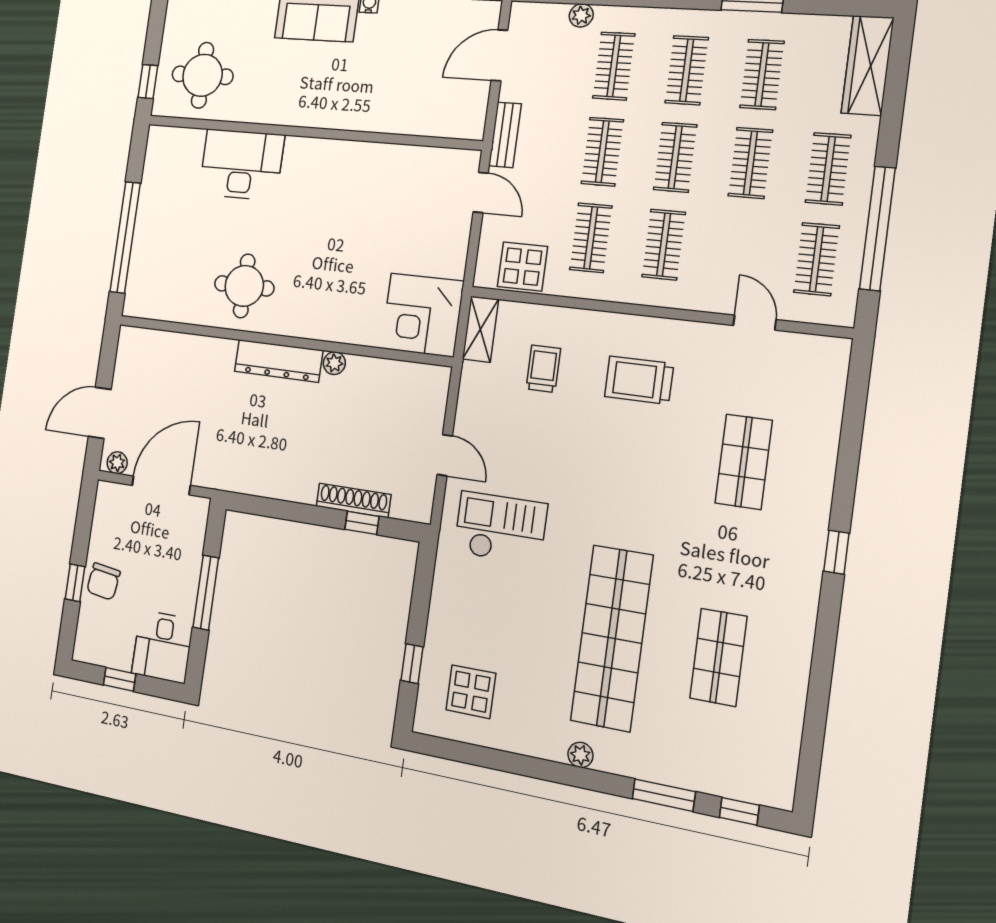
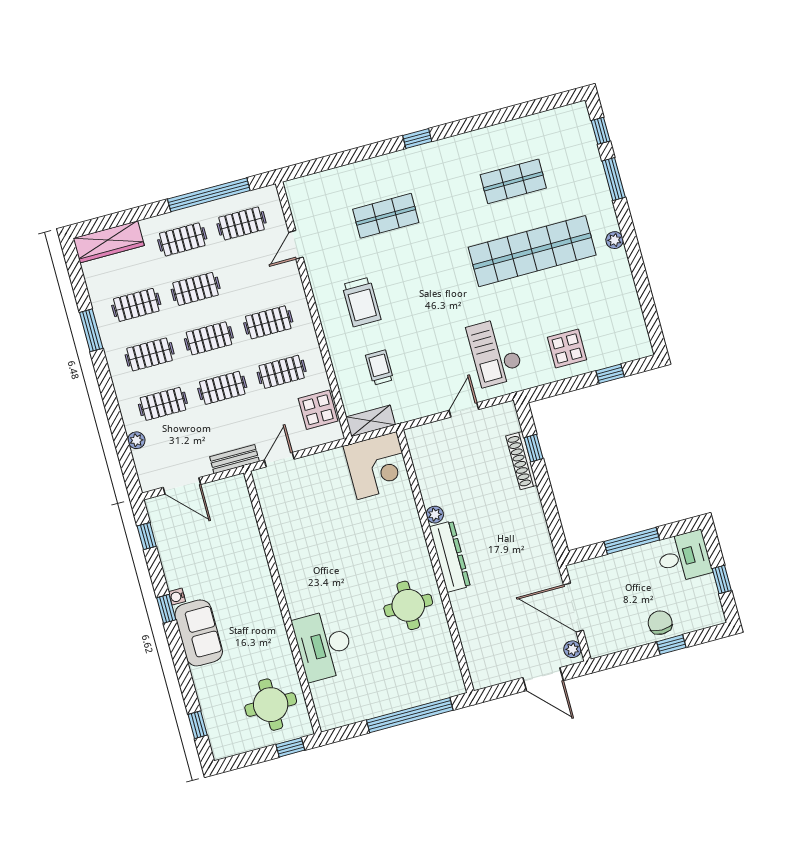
trolley: (543, 369) -> (380, 367), turned 90
chair: (103, 581) -> (660, 623), turned -98
display table: (471, 692) -> (567, 349), moved

